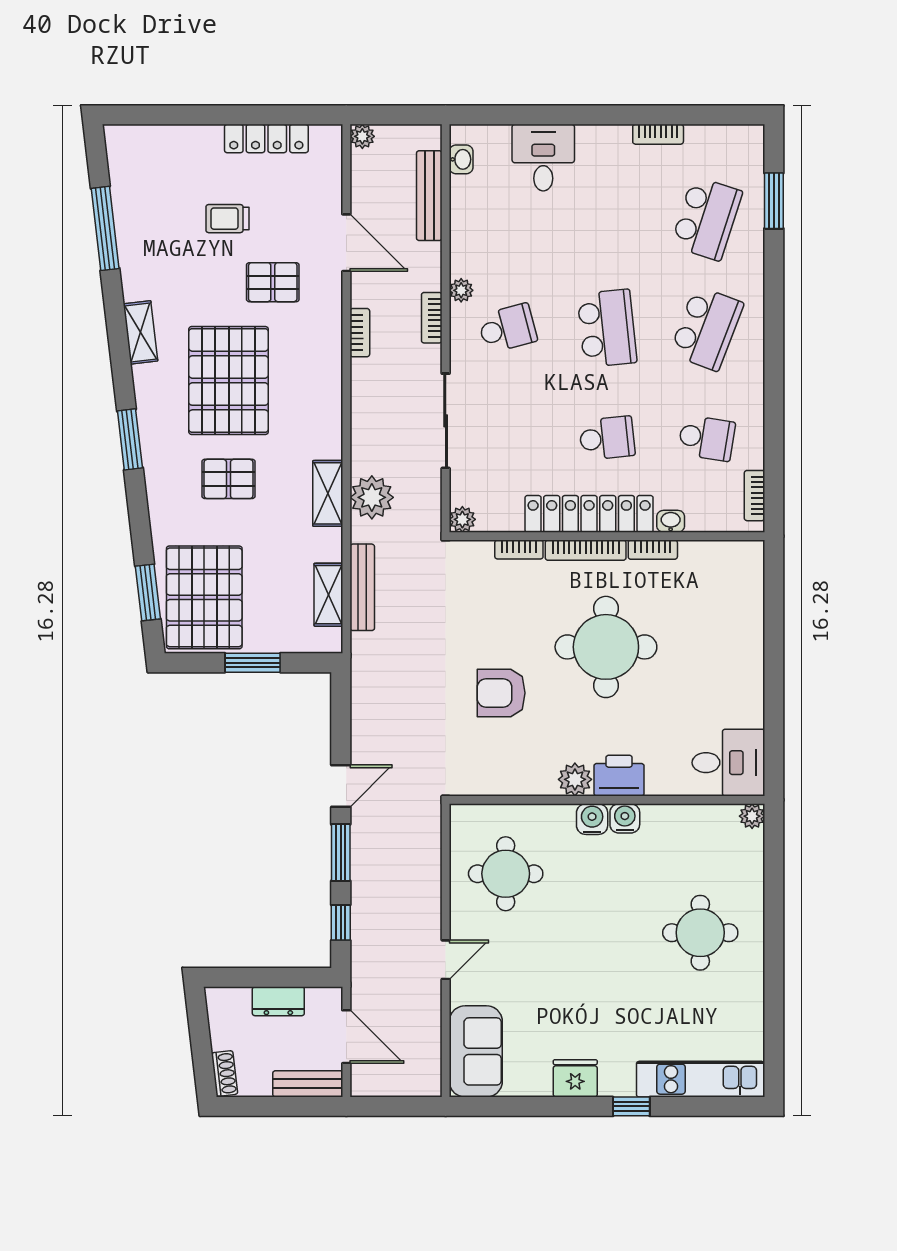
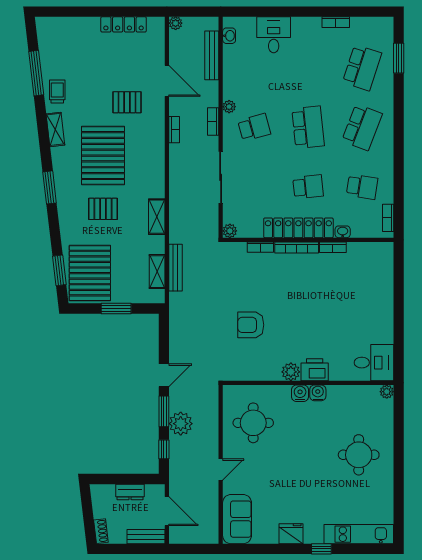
trolley: (228, 219) -> (57, 92), moved, turned 90
plant: (372, 497) -> (181, 424), moved
round table: (606, 647) -> (308, 300), removed

